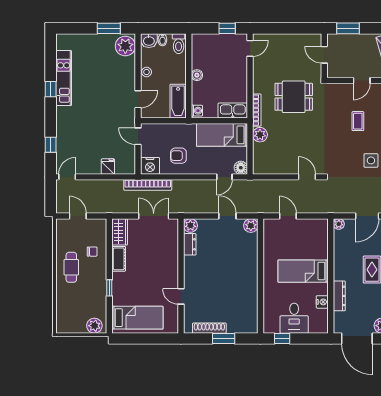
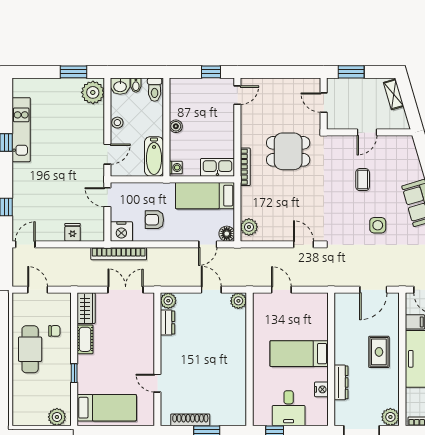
plant: (260, 135) -> (249, 227), moved
plant: (339, 224) -> (340, 299), removed
cafe table: (71, 267) -> (30, 349), width x1.37, depth x1.35

